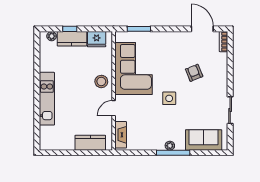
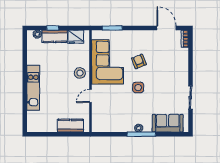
armchair: (194, 73) -> (139, 61), moved
fireplace: (121, 135) -> (96, 119), removed

